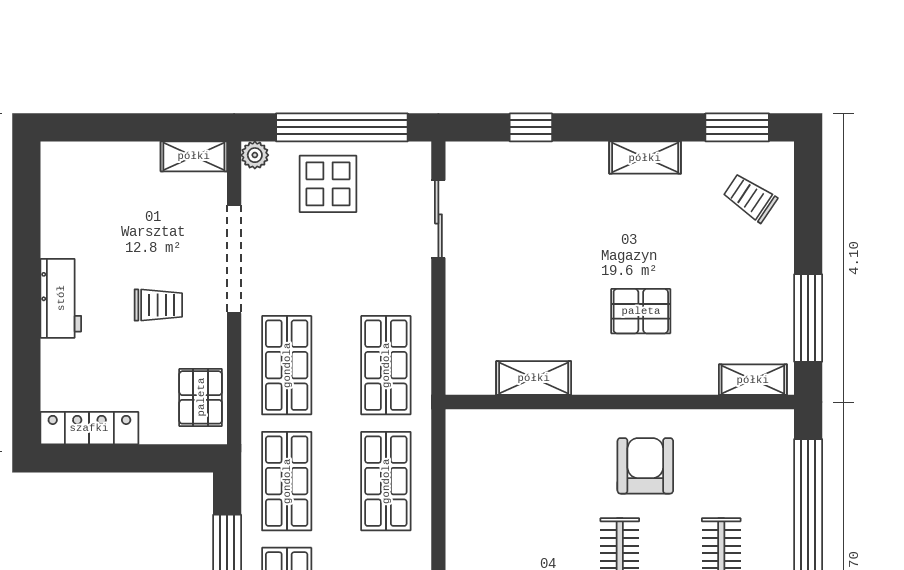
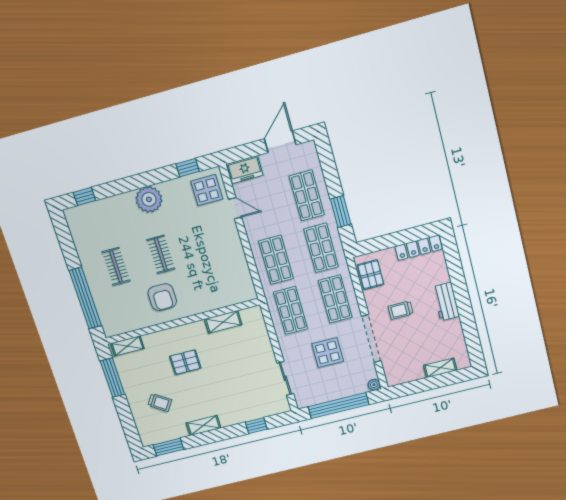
shelving: (194, 156) -> (440, 368), moved
display table: (328, 184) -> (328, 352), moved
trolley: (750, 198) -> (160, 403), moved

